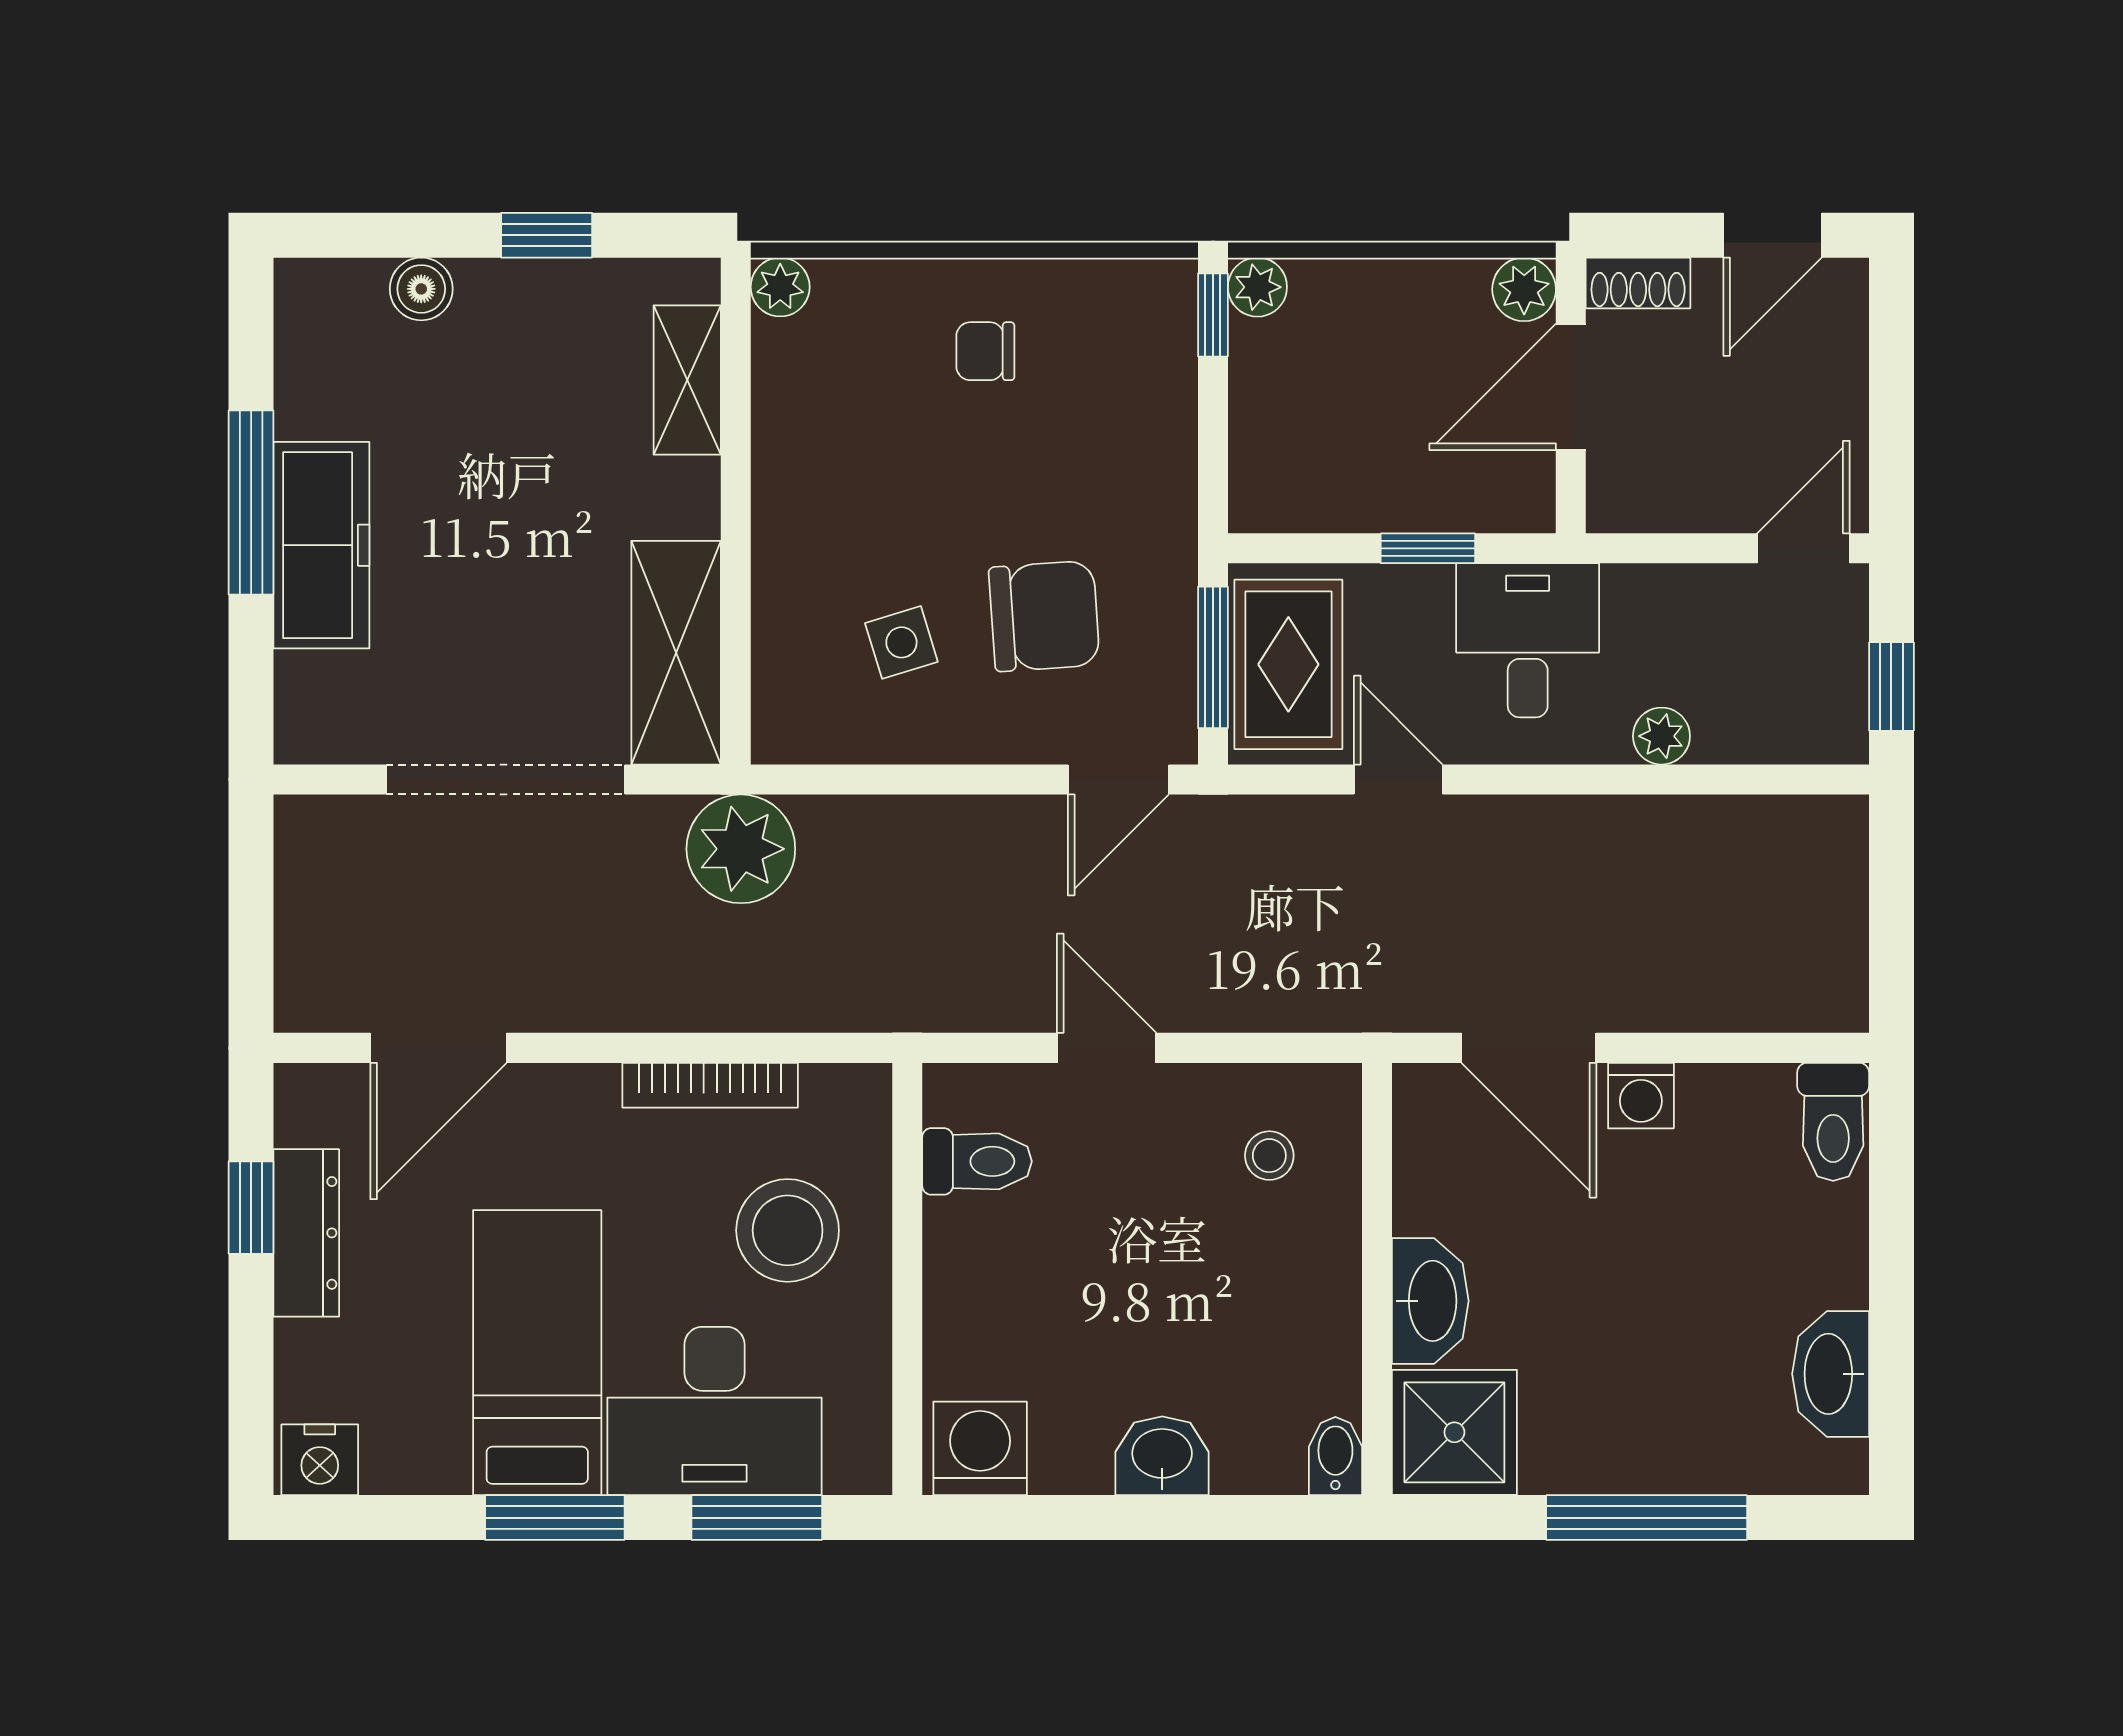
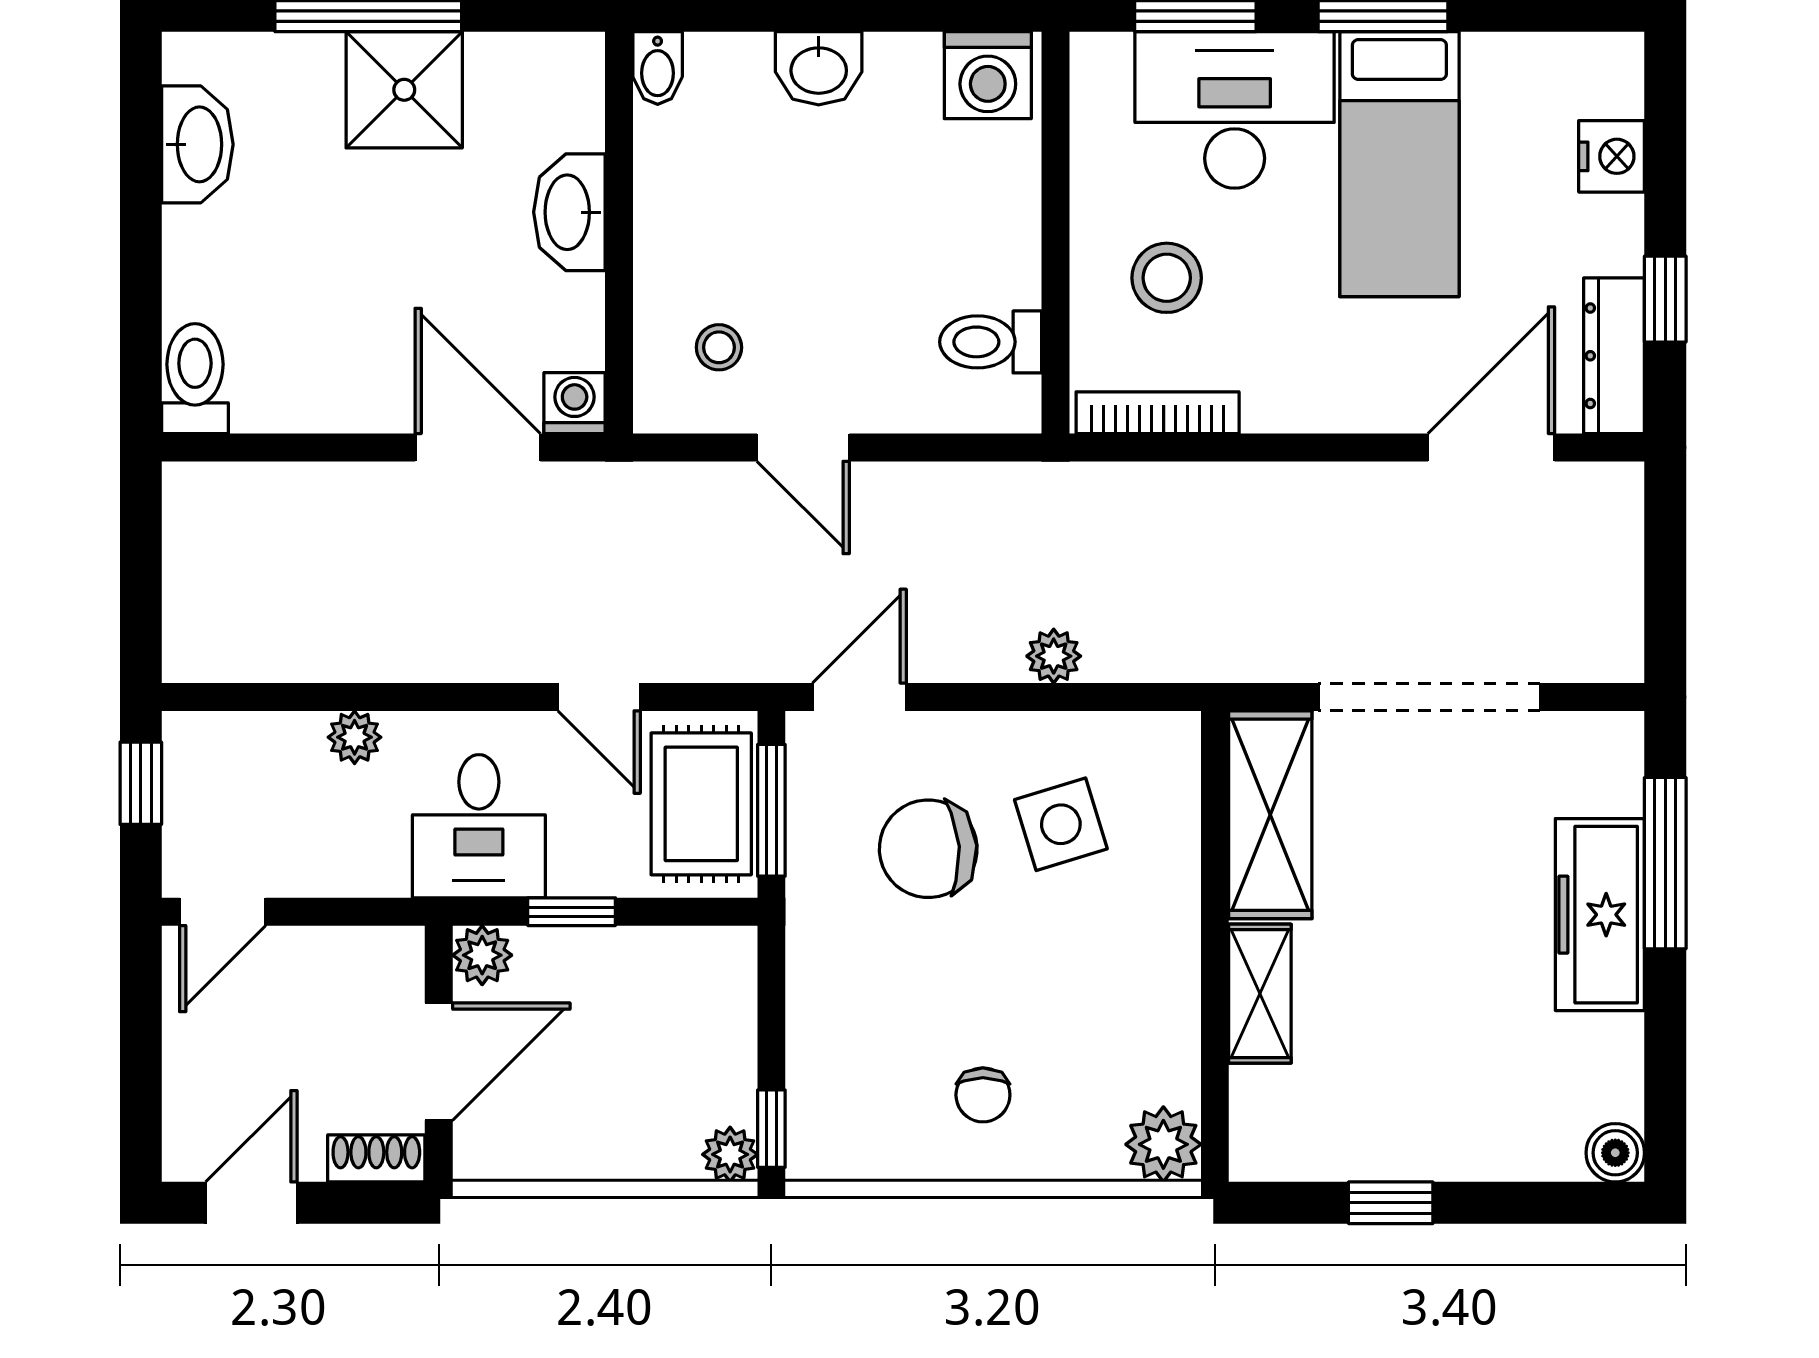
plant: (780, 287) -> (1163, 1144), width x1.38, depth x1.38
boiler: (421, 289) -> (1615, 1153), moved
plant: (1524, 289) -> (482, 955), moved
chair: (985, 351) -> (983, 1095), turned 90
shelving: (687, 380) -> (1260, 994), moved
window: (251, 503) -> (1665, 863), moved
side table: (901, 642) -> (1061, 824), width x1.37, depth x1.37
plant: (741, 849) -> (1054, 656), moved, width x0.53, depth x0.53
door: (1107, 1048) -> (803, 447), moved
bookcase: (710, 1085) -> (1158, 413), moved
washing machine: (1641, 1096) -> (575, 403), moved
stool: (788, 1230) -> (1167, 278), width x0.73, depth x0.73
dresser: (306, 1233) -> (1614, 356), moved
shower: (1454, 1432) -> (404, 90), moved
nightstand: (320, 1460) -> (1612, 156), moved, turned 90

